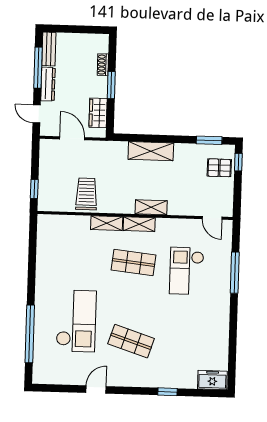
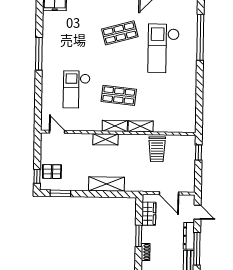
checkout: (187, 271) -> (77, 89), turned 180
window: (235, 273) -> (39, 54), moved
shop shelf: (131, 341) -> (120, 33), turned -33

